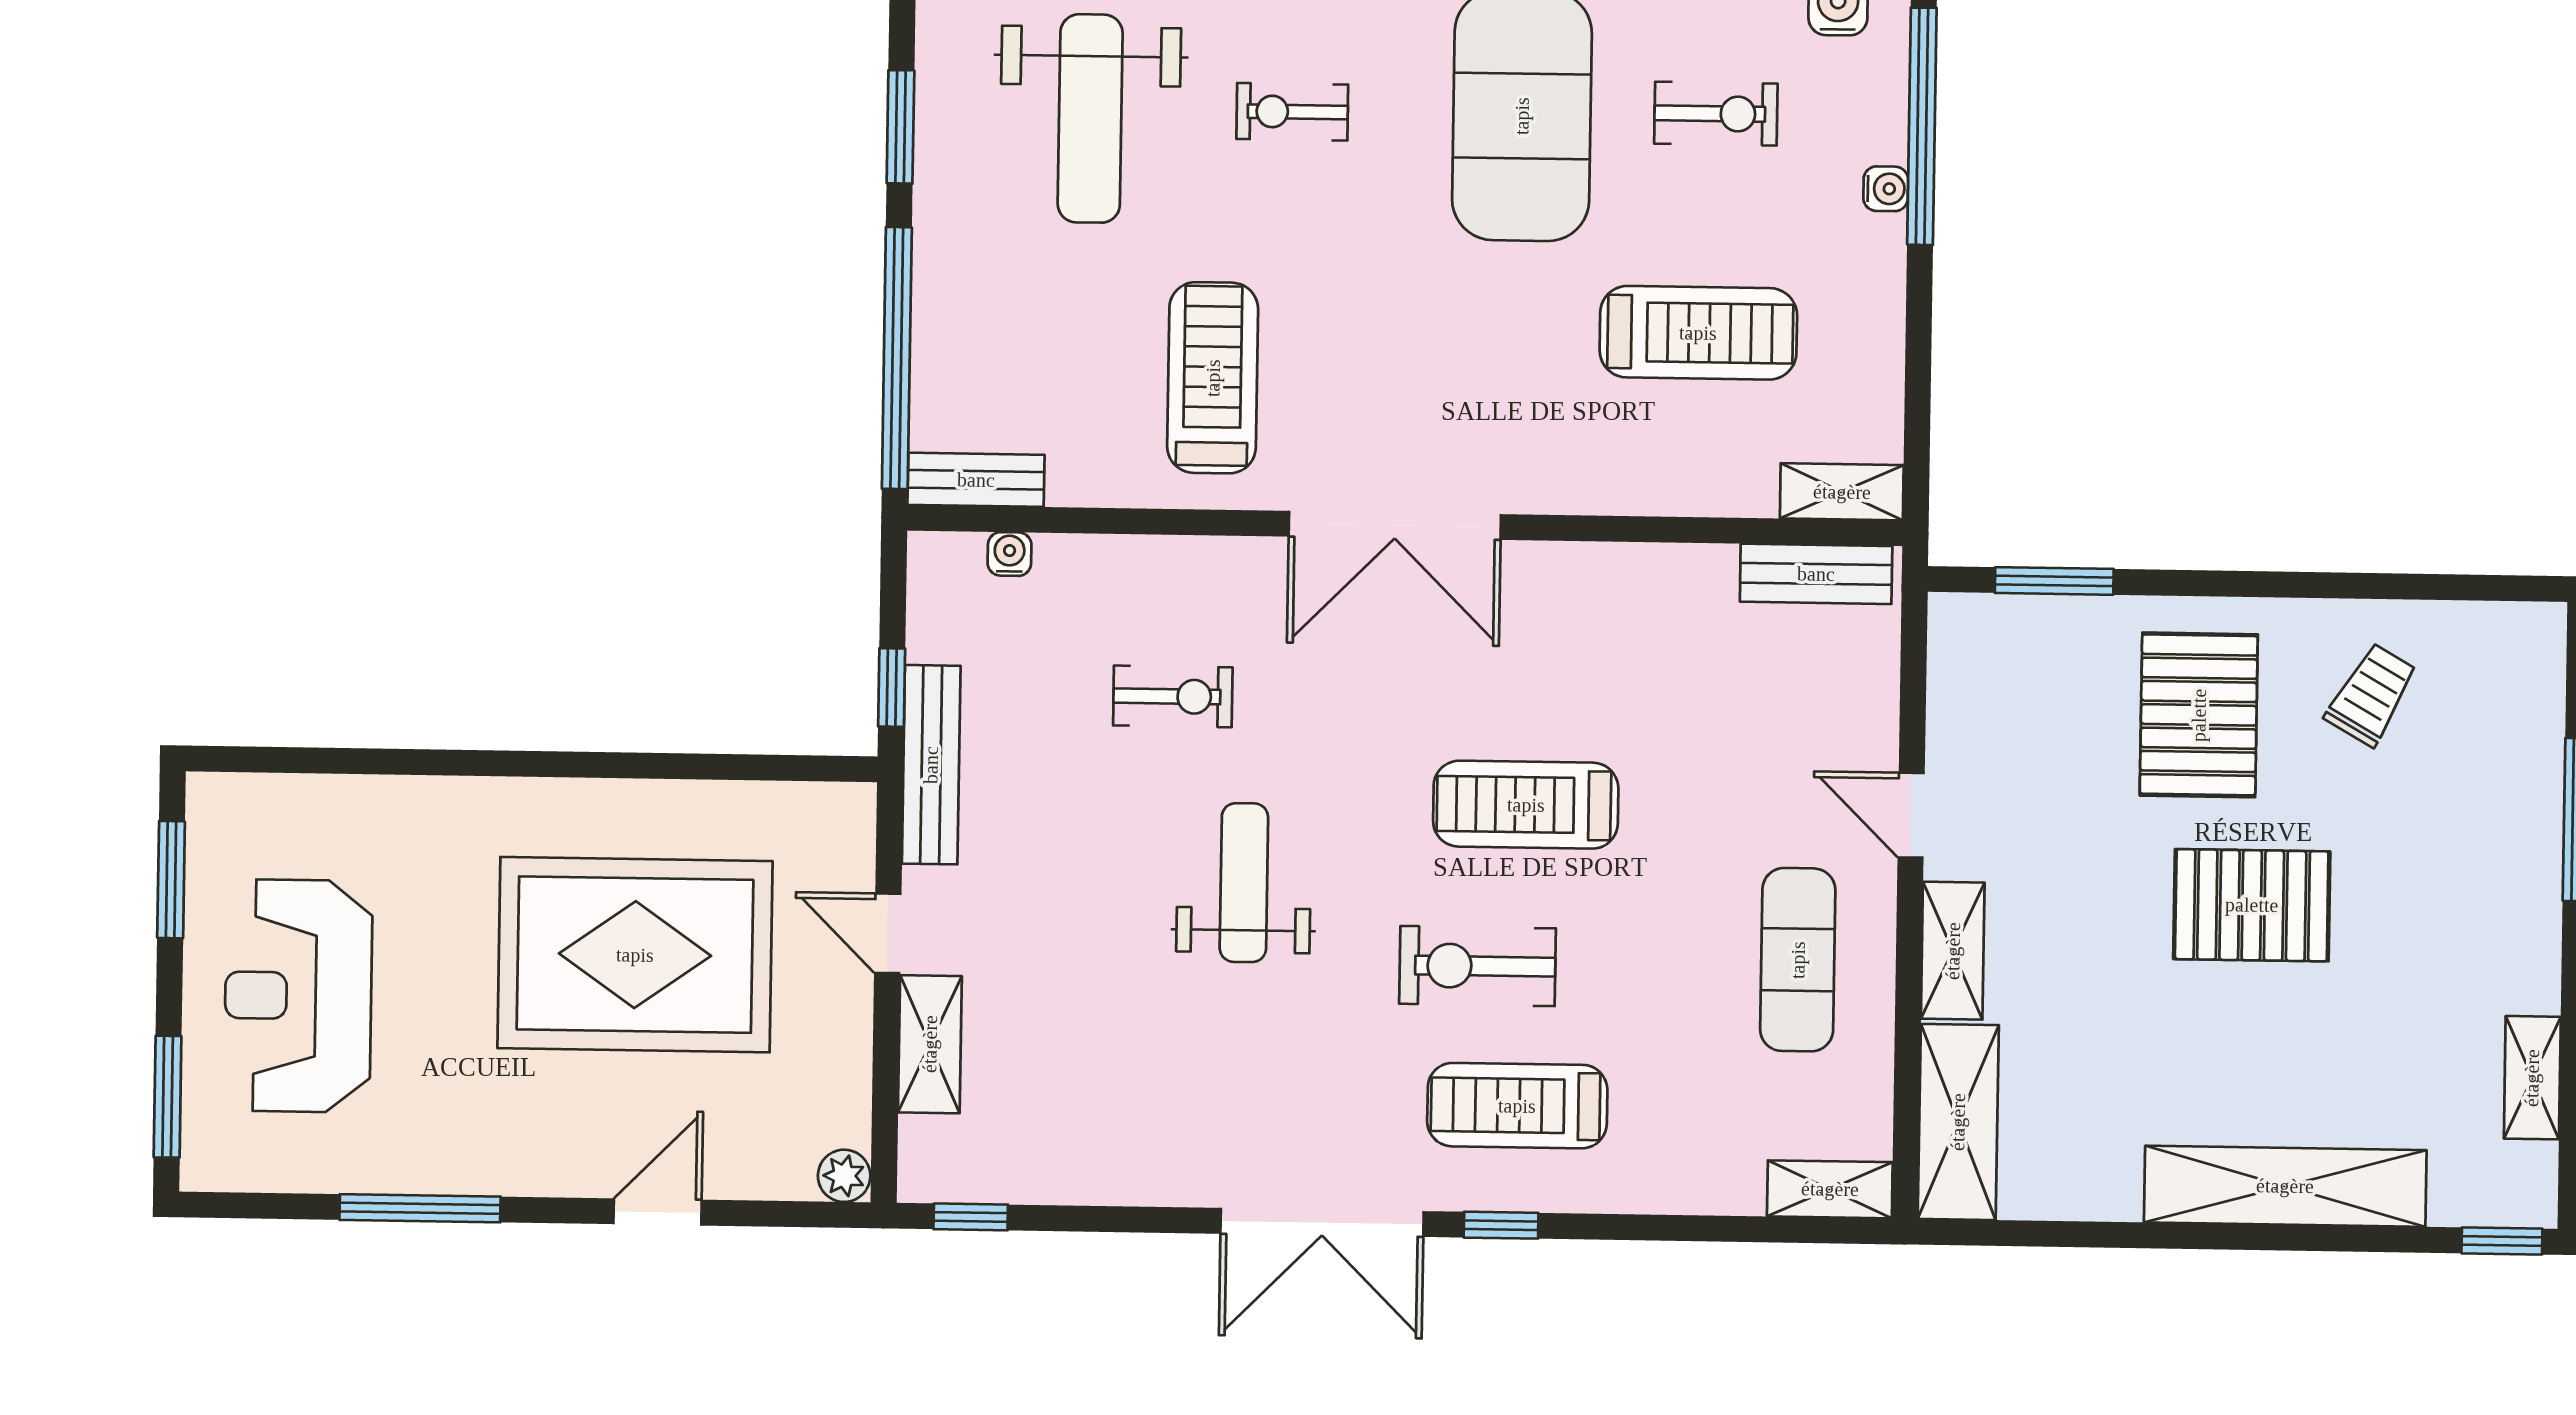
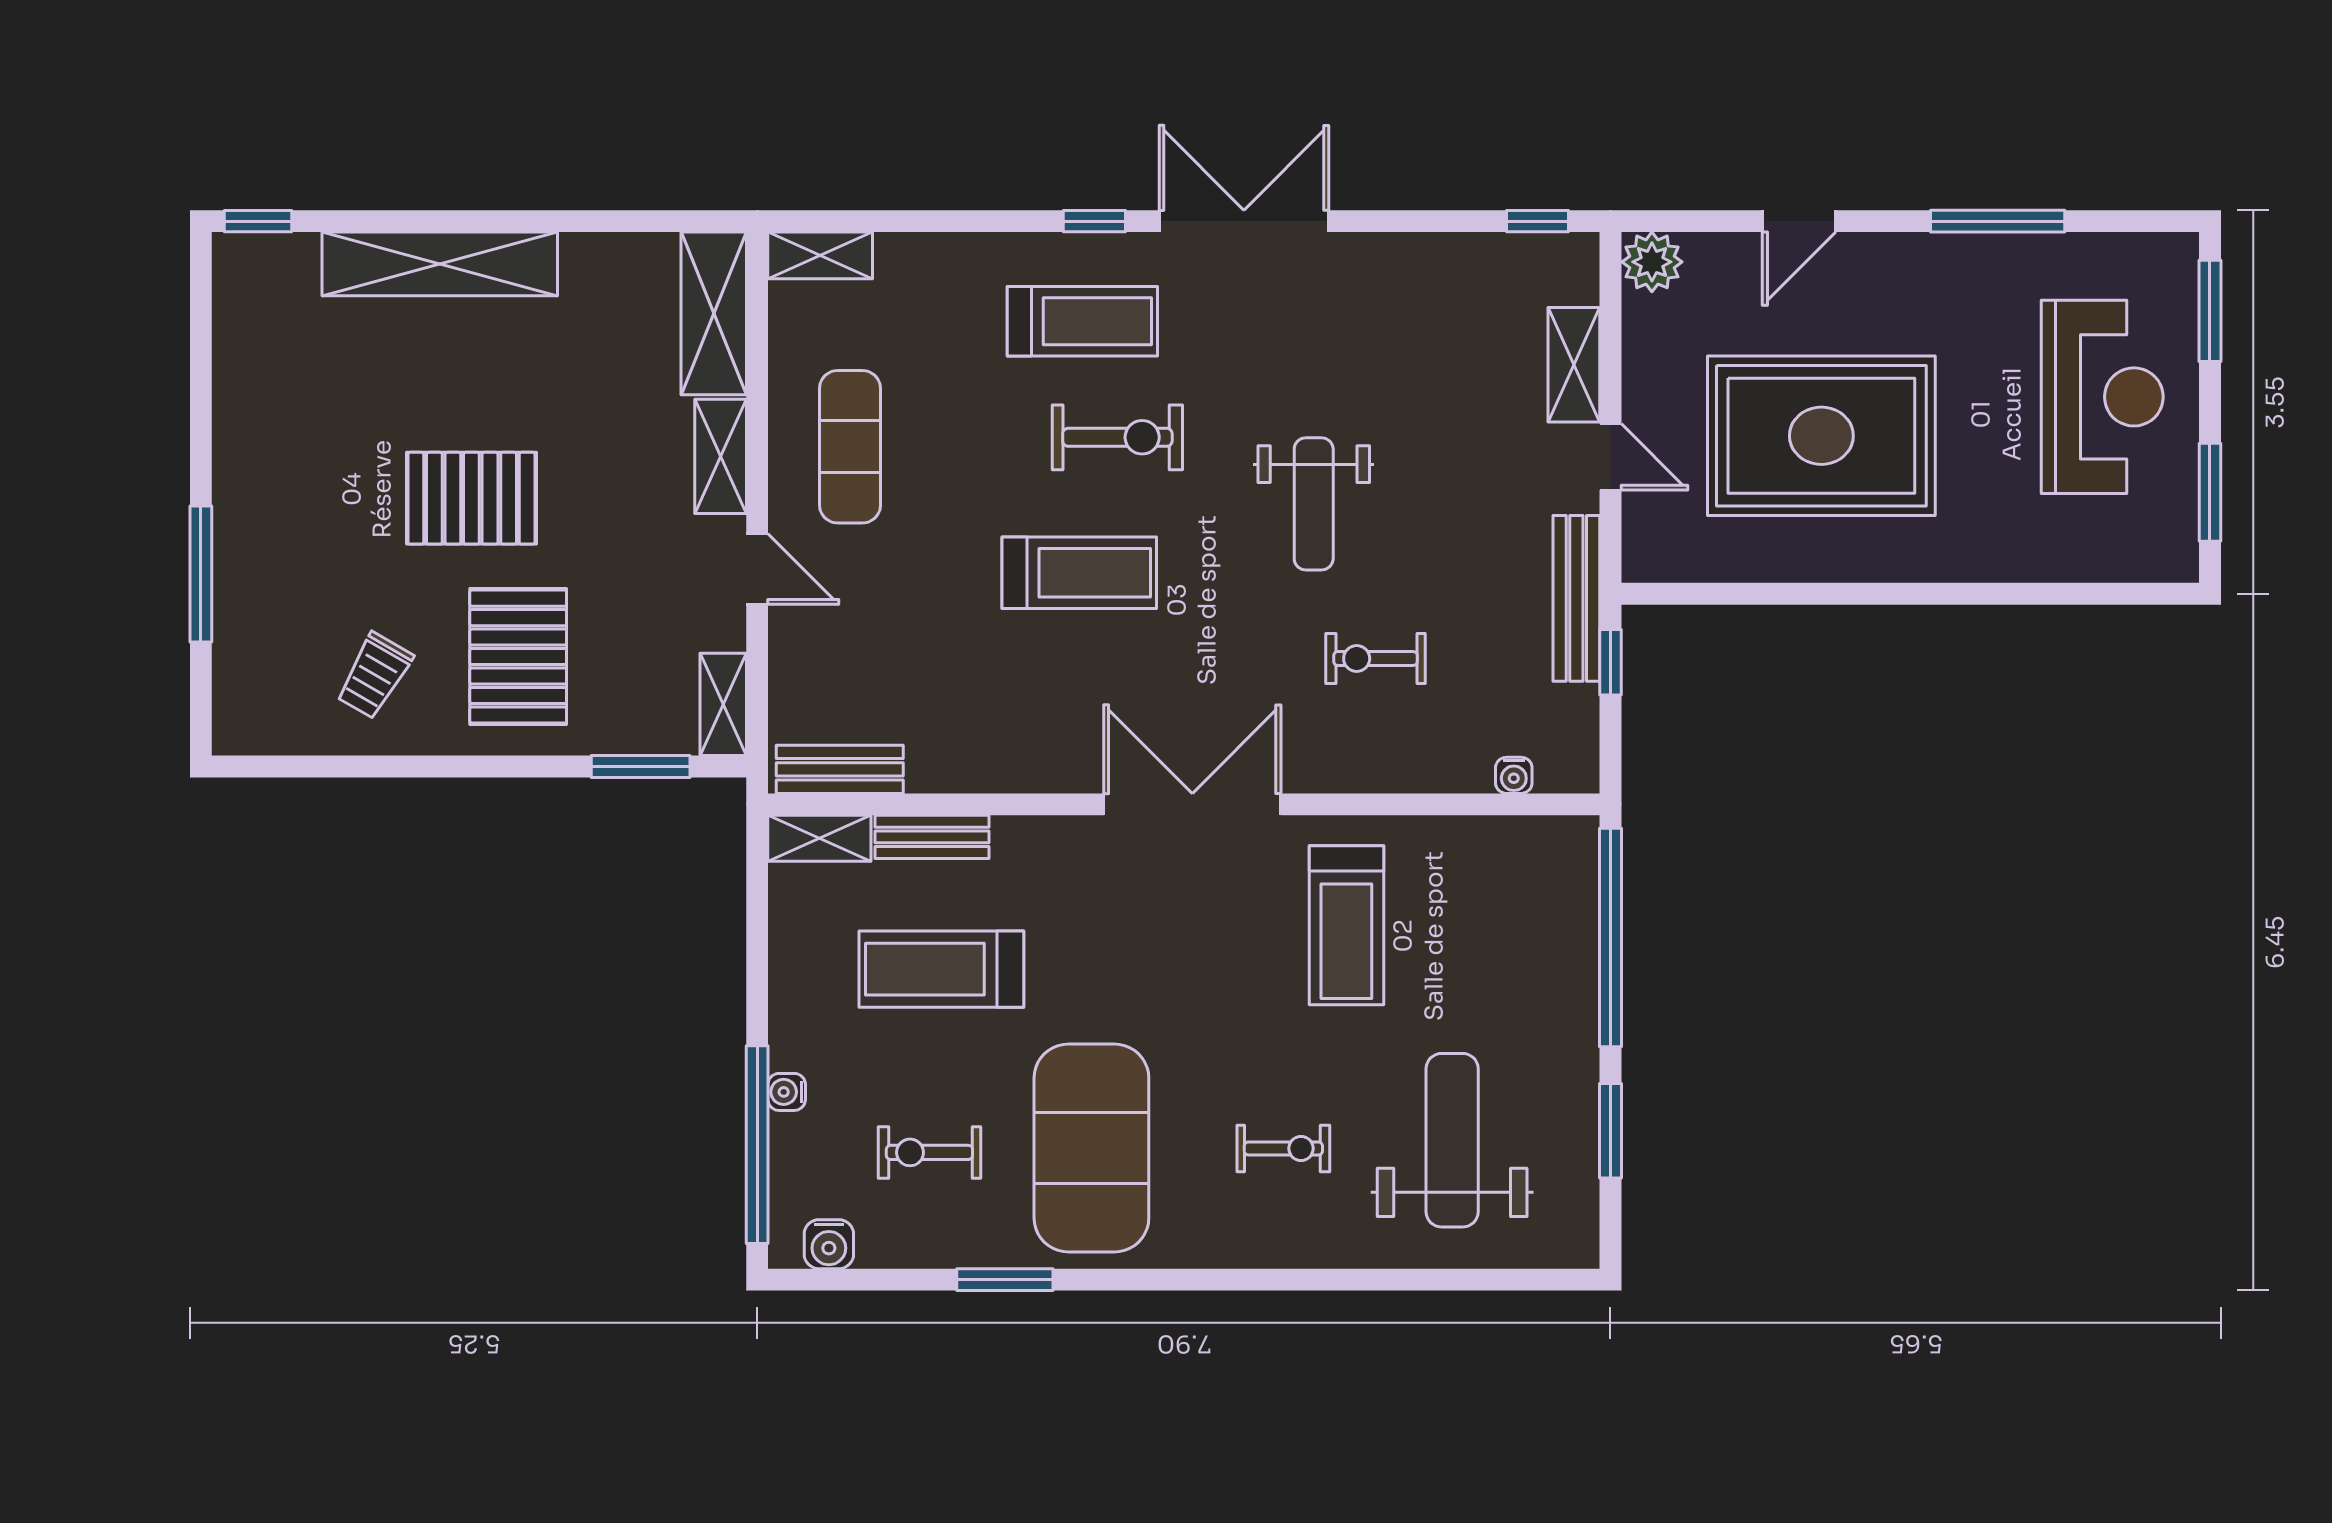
bench: (976, 480) -> (932, 837), moved
shelving: (2532, 1078) -> (723, 704), moved
plant: (844, 1176) -> (1652, 262), width x1.38, depth x1.38

